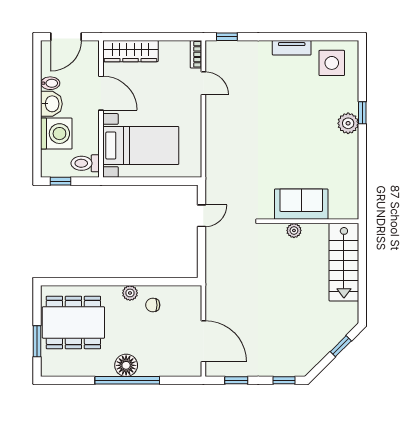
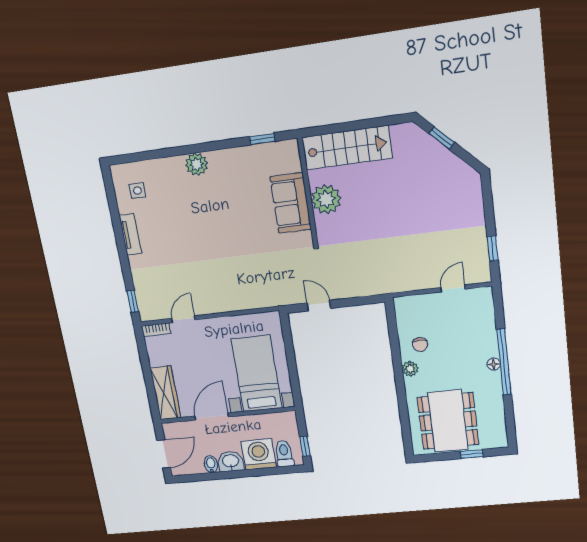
door: (66, 37) -> (164, 454), hinge flipped
side table: (332, 63) -> (137, 191), width x0.54, depth x0.54
window: (362, 113) -> (262, 139), moved
toilet: (85, 163) -> (284, 454), moved, turned 180
plant: (294, 230) -> (326, 199), width x1.87, depth x1.87
window: (37, 341) -> (472, 454), width x0.67
door: (203, 341) -> (453, 288), width x0.53
floor lamp: (126, 365) -> (494, 364), width x0.53, depth x0.53
window: (284, 380) -> (487, 197), removed

